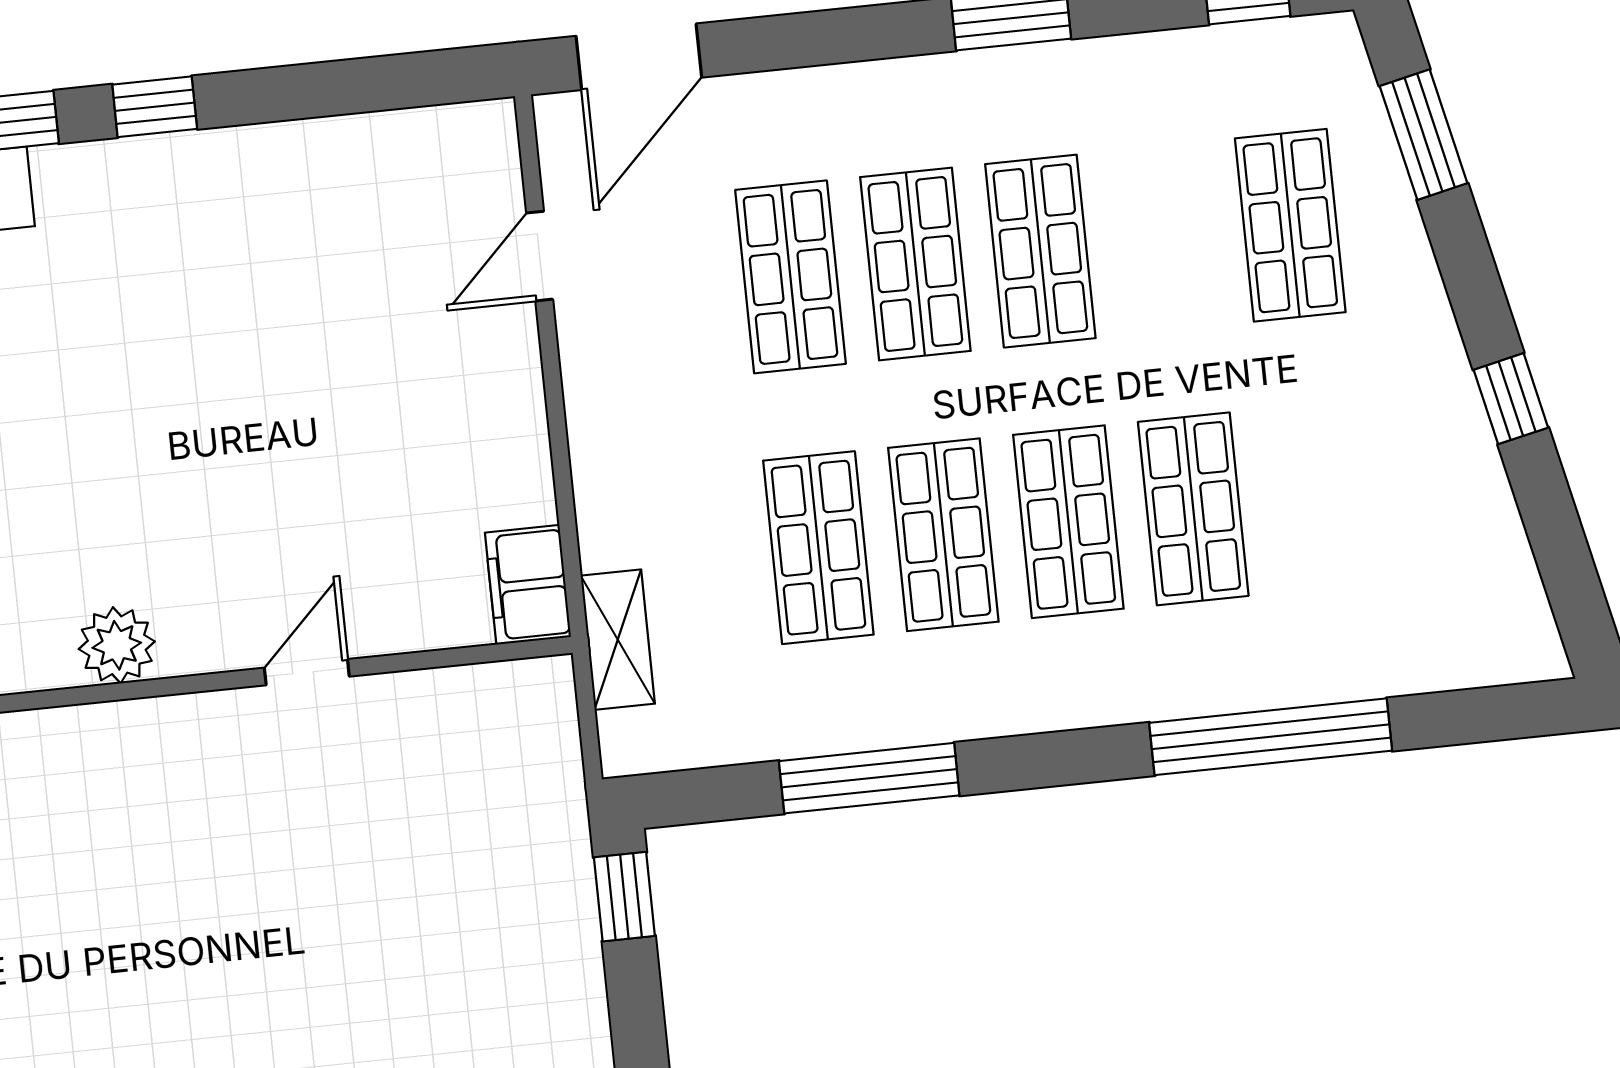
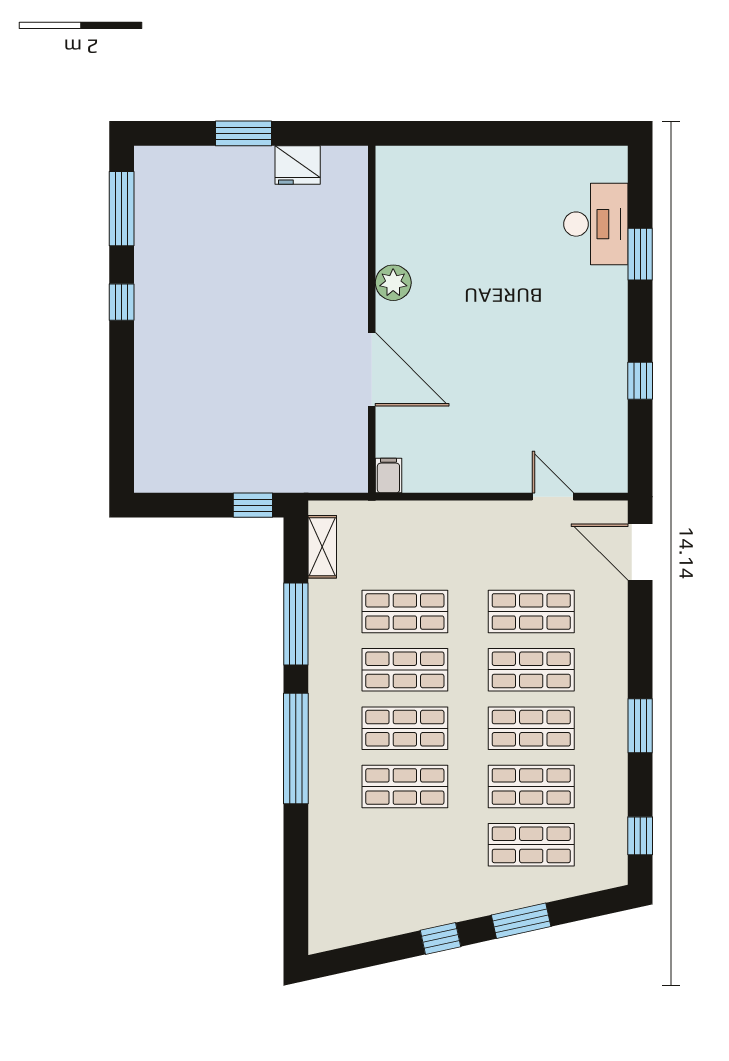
window: (155, 107) -> (640, 381), moved
window: (1423, 135) -> (521, 921), moved
shop shelf: (1165, 238) -> (531, 787), added
filing cabinet: (528, 585) -> (388, 476), width x0.50
shelving: (618, 640) -> (322, 547), moved, turned 90
door: (307, 672) -> (372, 369), width x1.88
window: (1271, 737) -> (296, 749), moved

